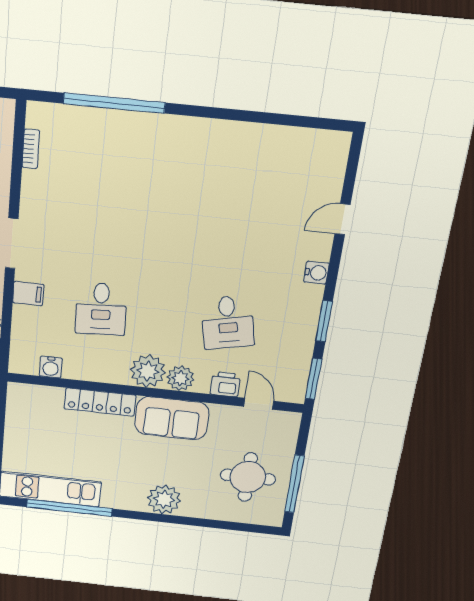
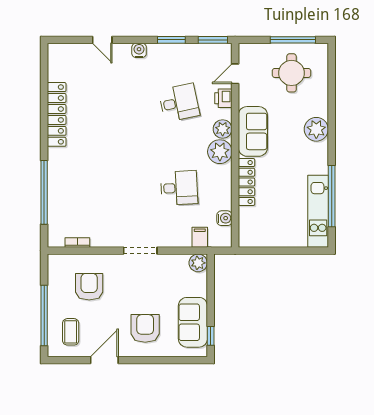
locker: (236, 136) -> (57, 114), added
filing cabinet: (28, 294) -> (200, 237), moved

